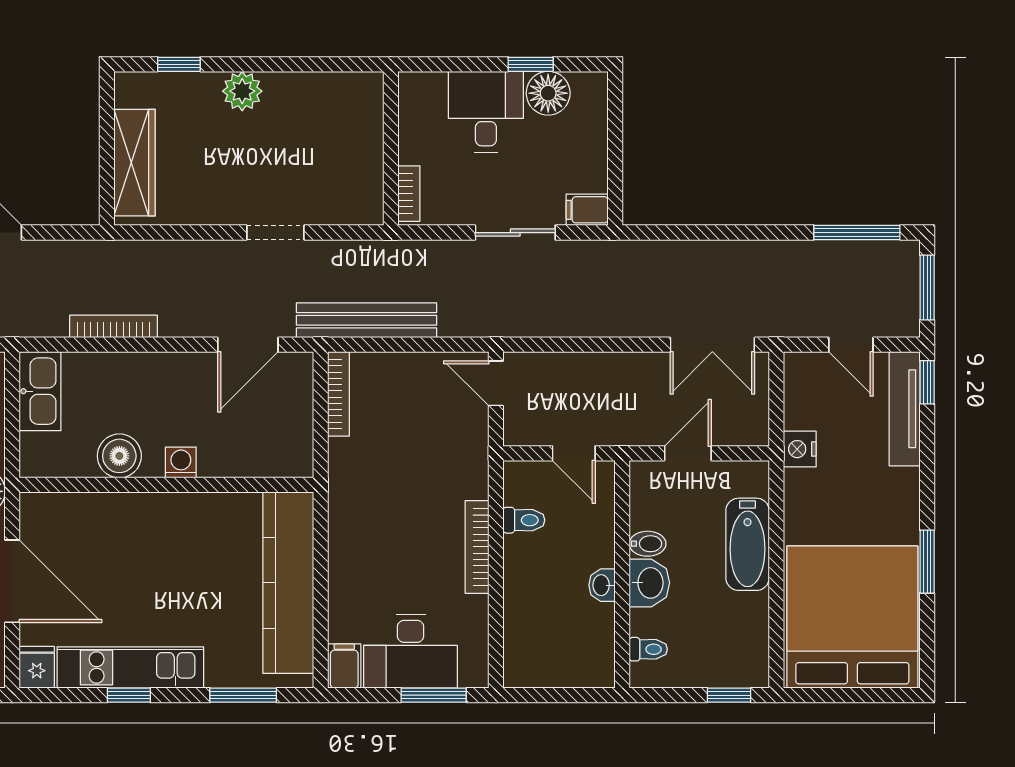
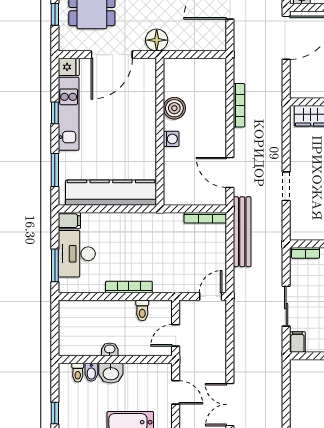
kitchen sink: (40, 391) -> (207, 69), removed
bidet: (648, 544) -> (91, 372), moved

